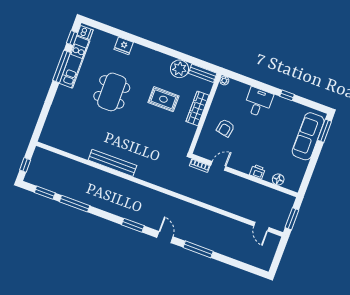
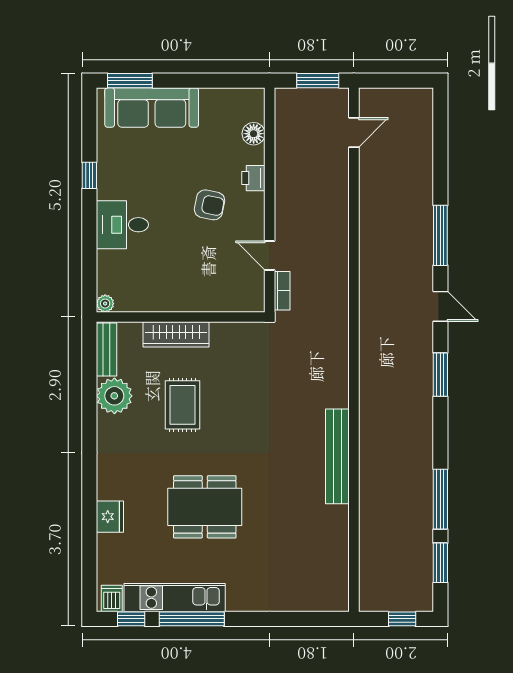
armchair: (225, 128) -> (210, 205), moved
door: (165, 237) -> (440, 306), swing flipped

